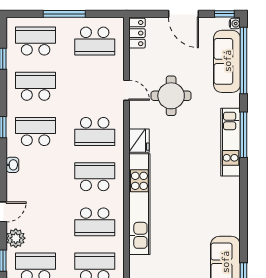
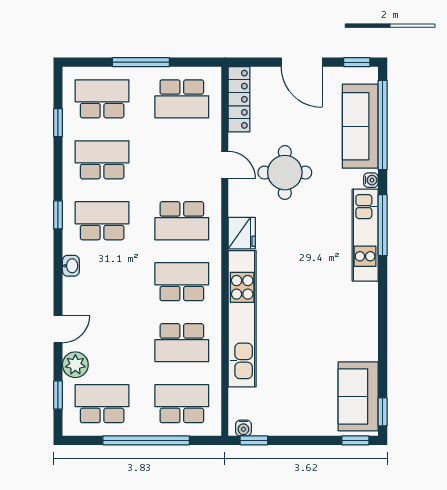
water cooler: (235, 24) -> (371, 180), moved
locker: (137, 33) -> (239, 99), width x1.53

